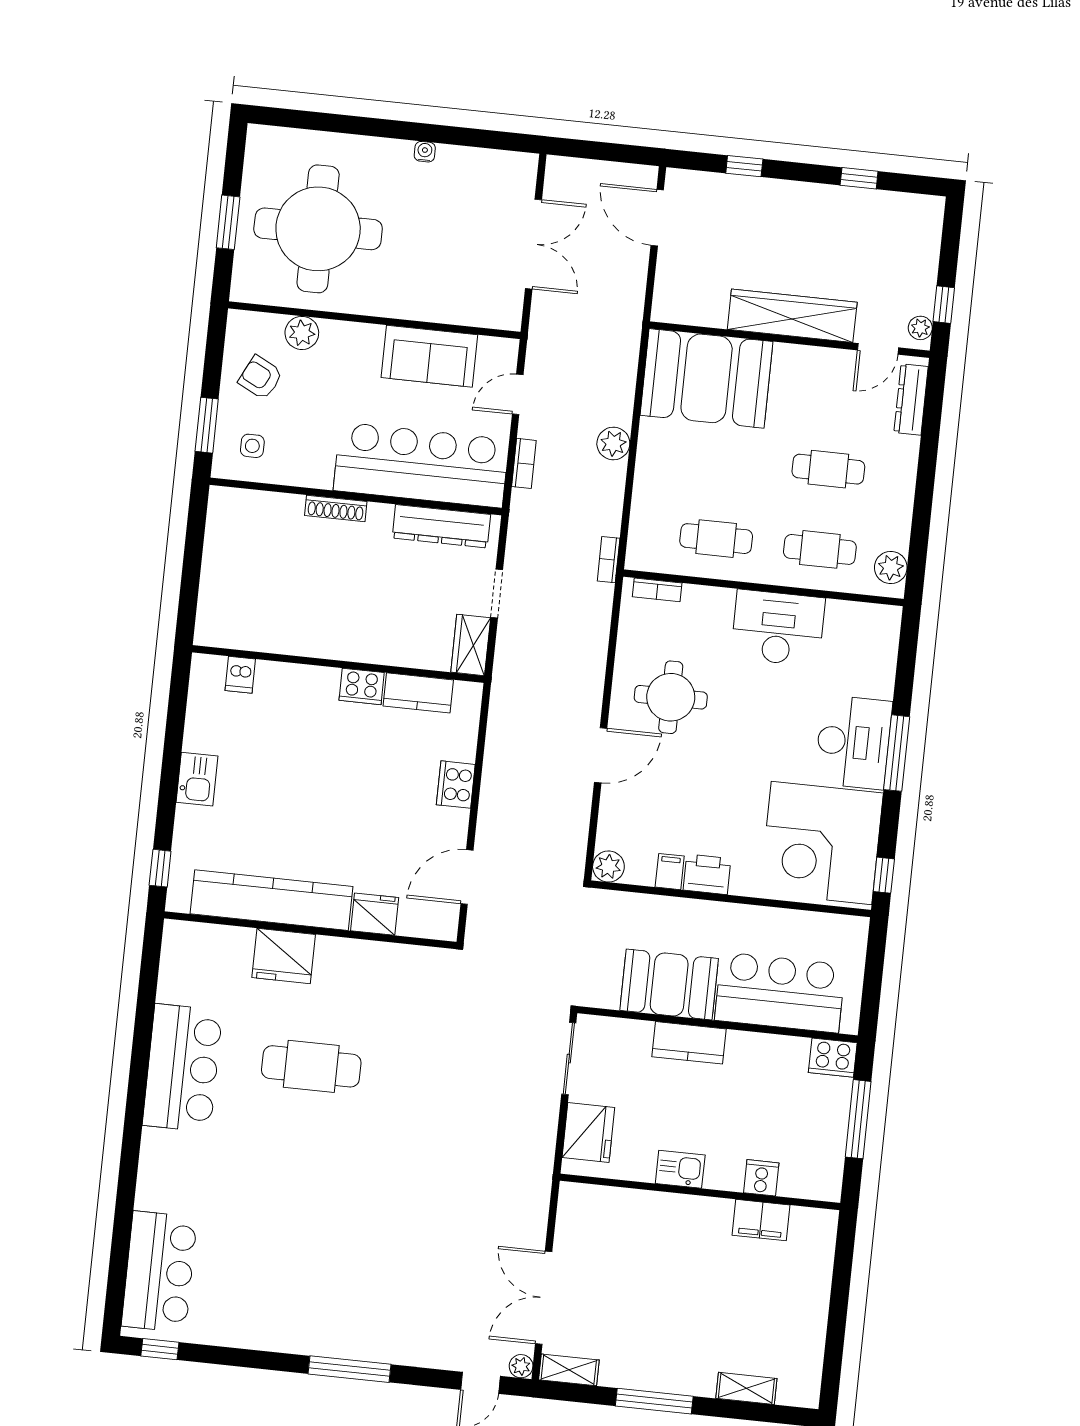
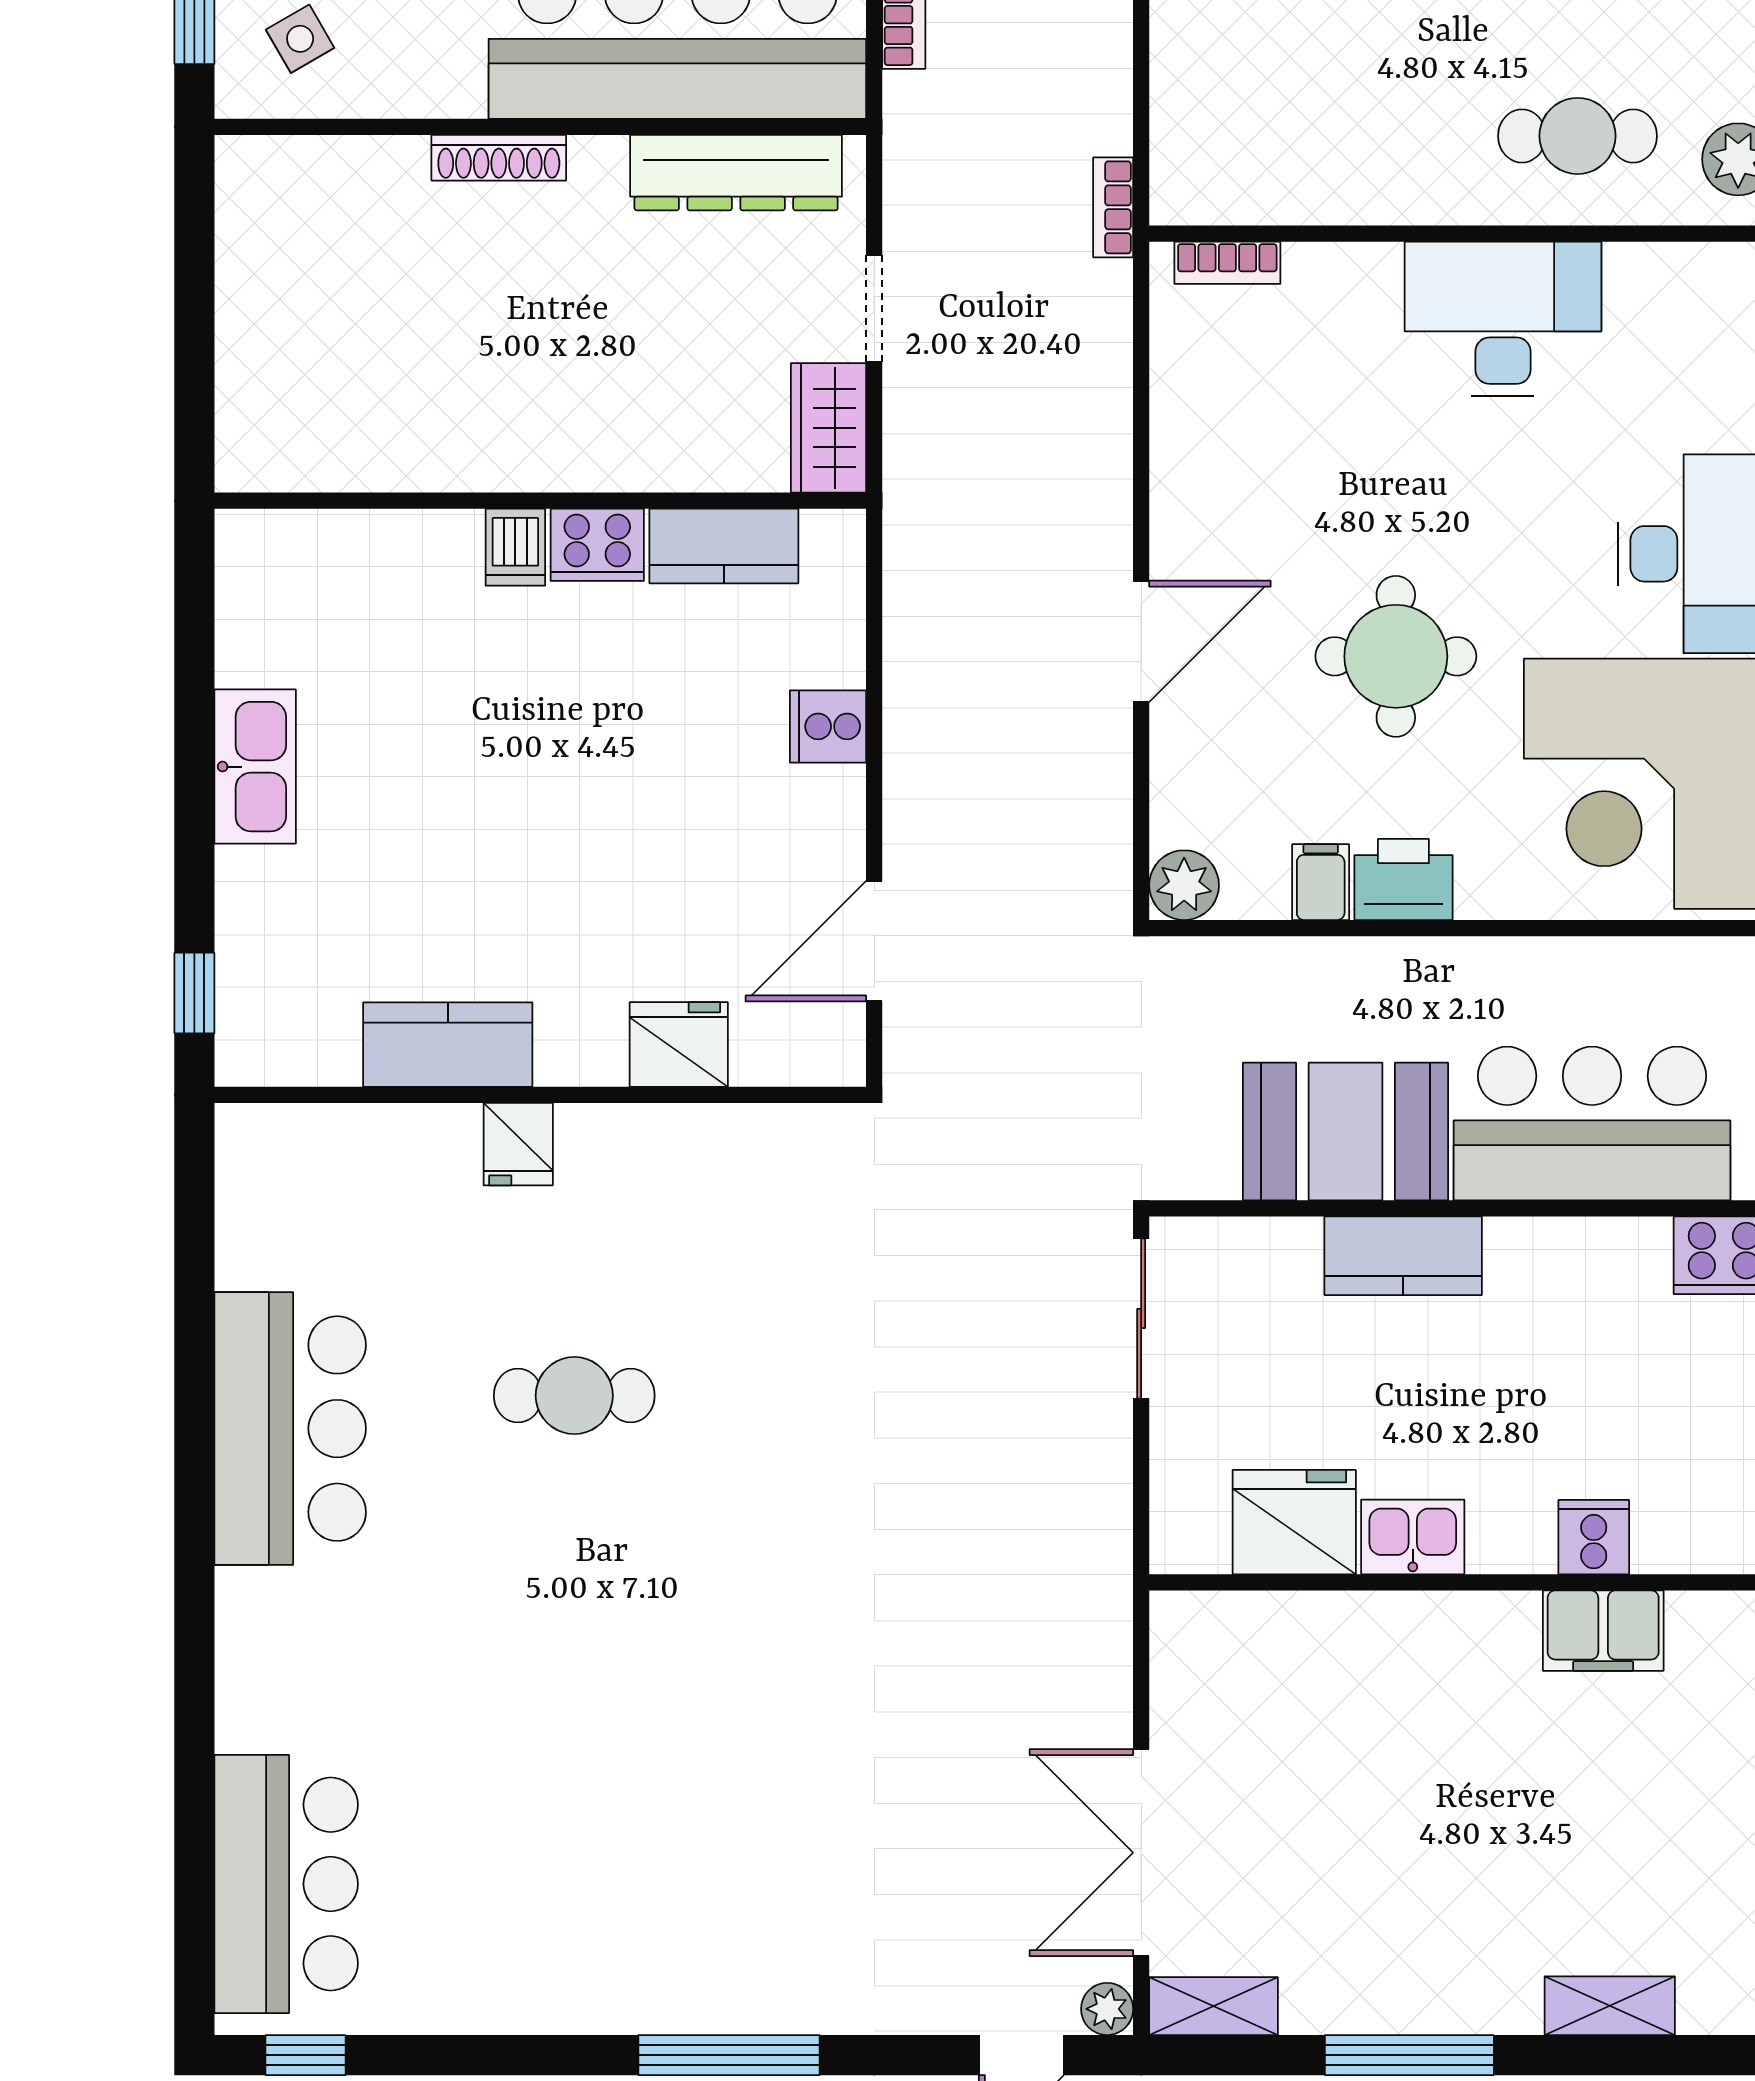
side table: (252, 446) -> (300, 39), turned -30
cafe table: (716, 539) -> (1346, 136), removed
dishwasher: (240, 675) -> (515, 547), moved
round table: (671, 697) -> (1396, 656), moved
kitchen sink: (197, 779) -> (255, 767), width x1.38
cooker: (456, 785) -> (828, 726), width x0.73
kitchen counter: (271, 900) -> (448, 1045), width x0.48, depth x0.86
fridge: (284, 956) -> (518, 1144), width x0.53, depth x0.75
cafe table: (311, 1066) -> (574, 1396), width x0.73, depth x0.74
fridge: (588, 1133) -> (1294, 1522), moved, turned -90

